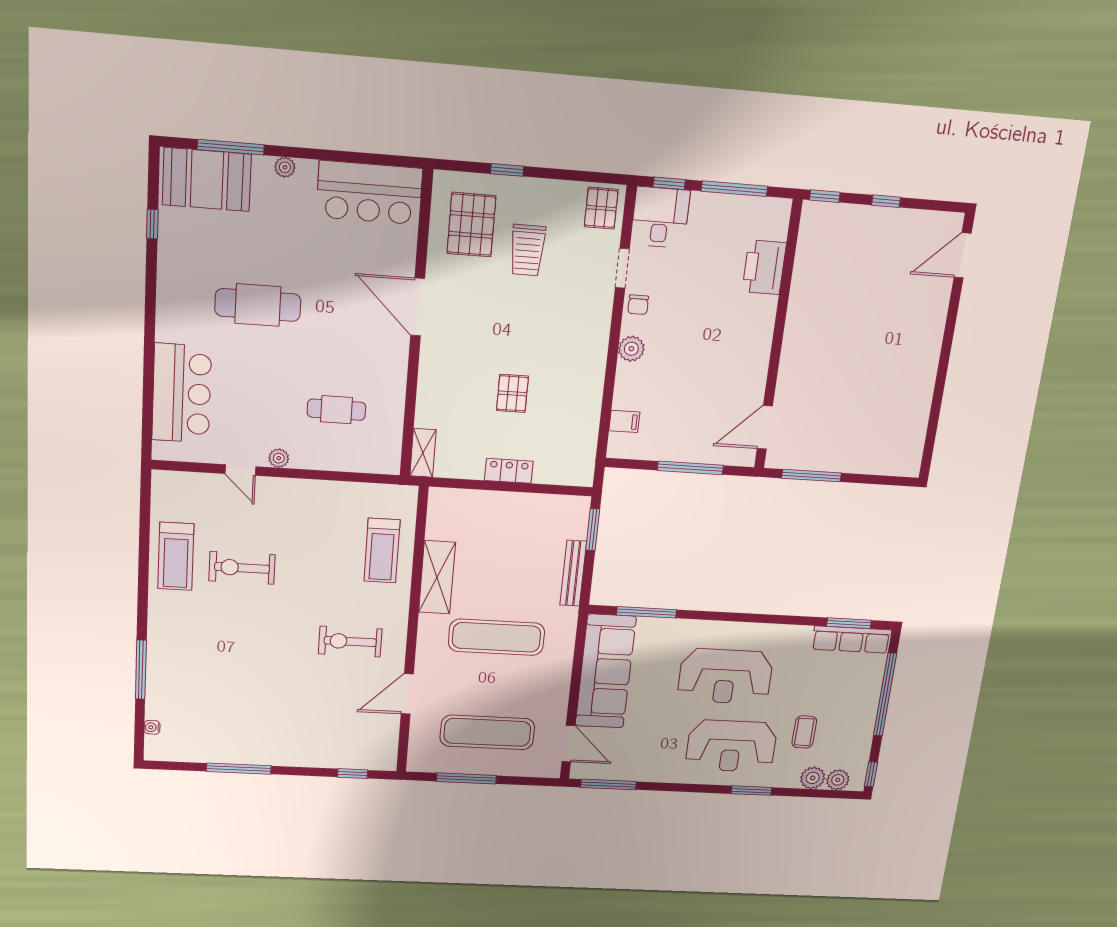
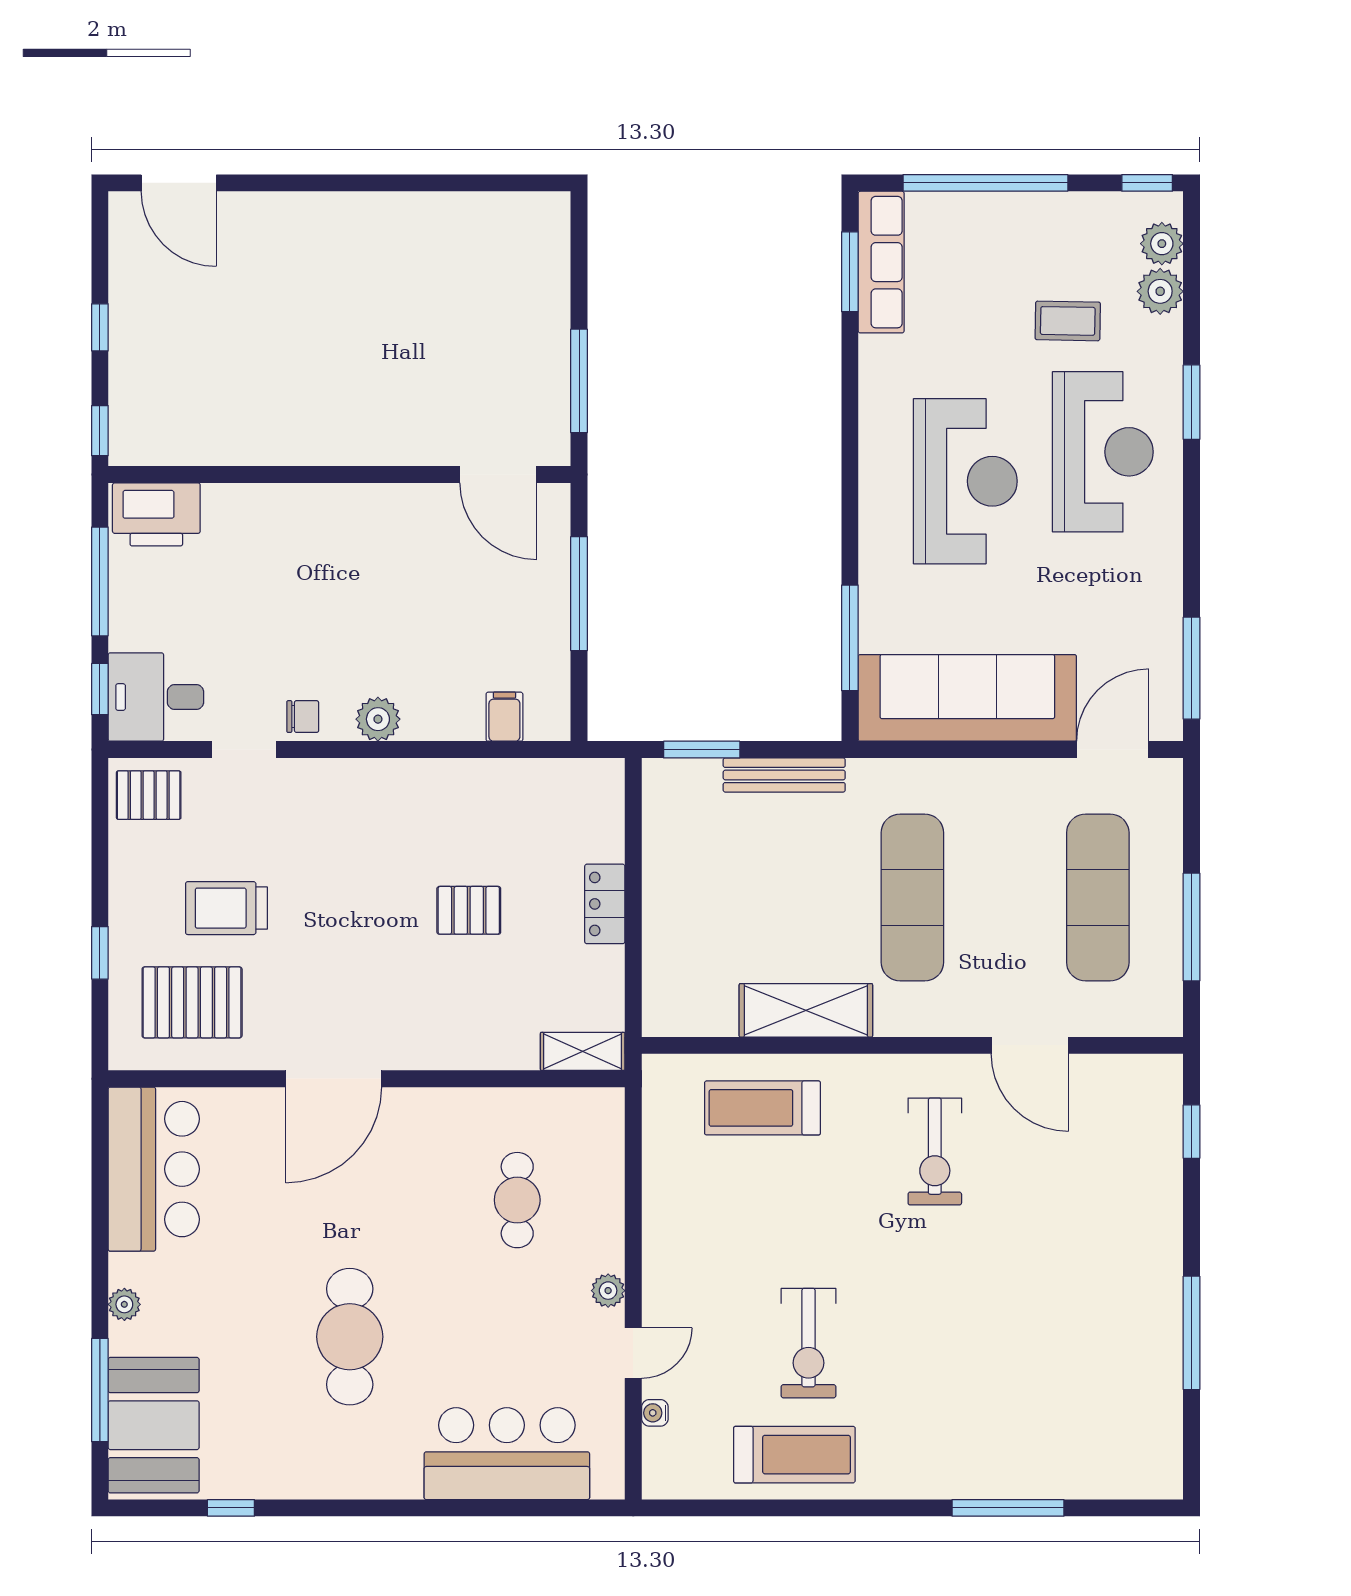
trolley: (527, 250) -> (226, 908), turned 180
printer: (764, 267) -> (156, 514), moved
treadmill: (382, 551) -> (762, 1108), turned 180
water cooler: (152, 727) -> (655, 1413), moved, turned 90

